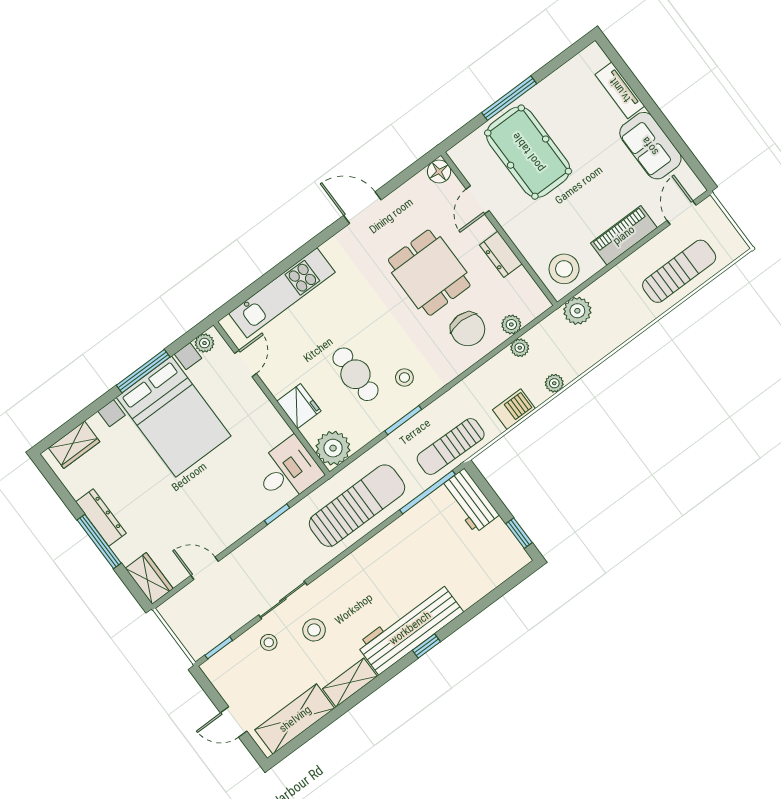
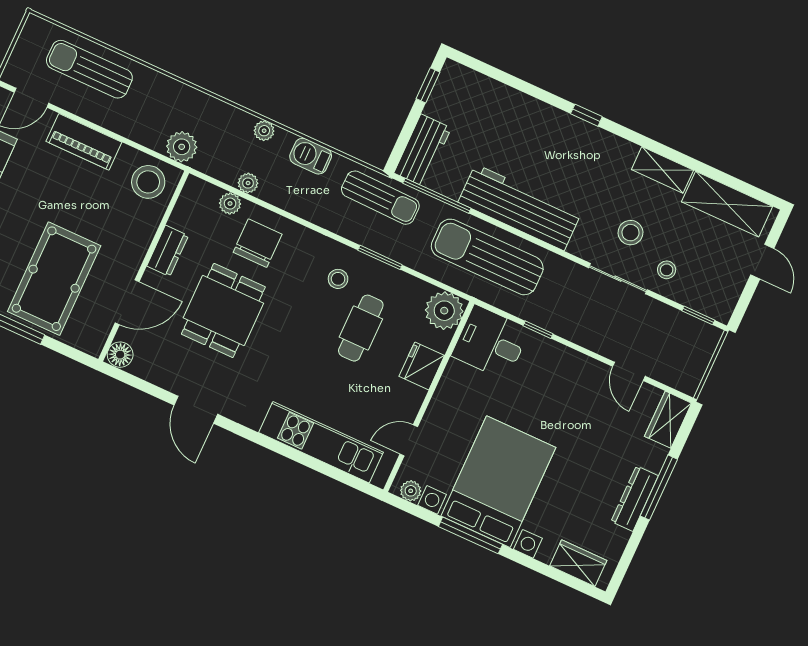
door: (478, 200) -> (127, 302), width x1.38
workbench: (410, 628) -> (520, 207), moved, turned 180

